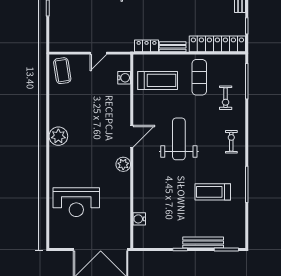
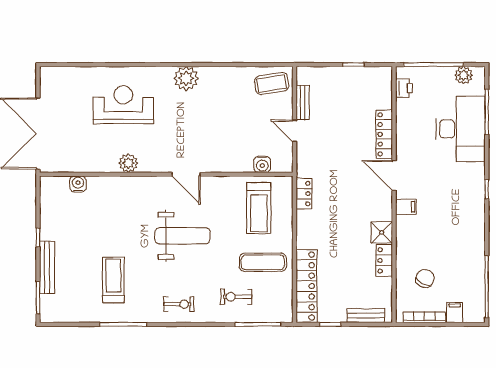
bench: (173, 47) -> (303, 103), moved
plant: (123, 164) -> (128, 163), moved
reception desk: (76, 202) -> (123, 105), moved, turned 90

